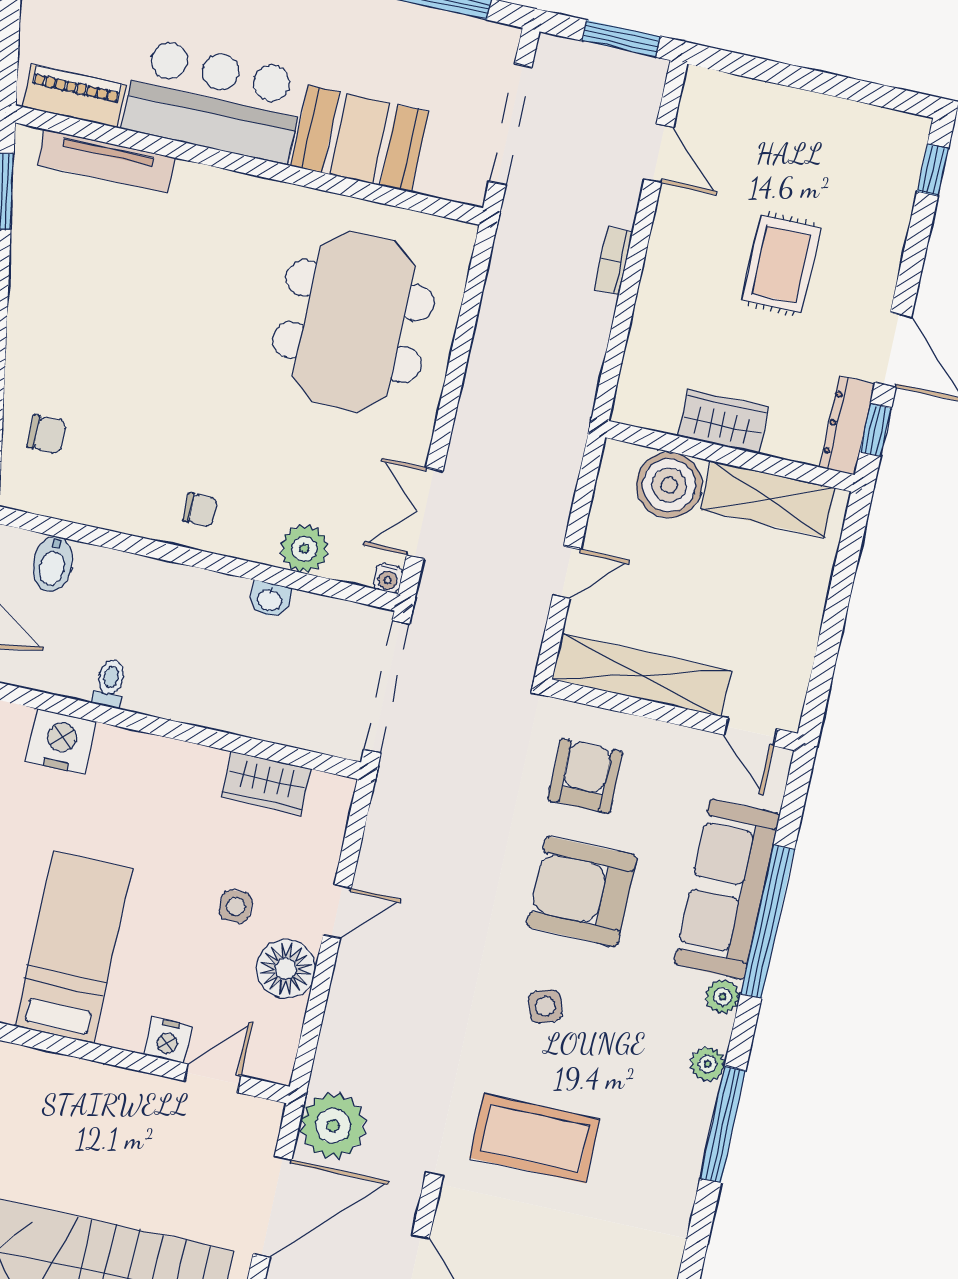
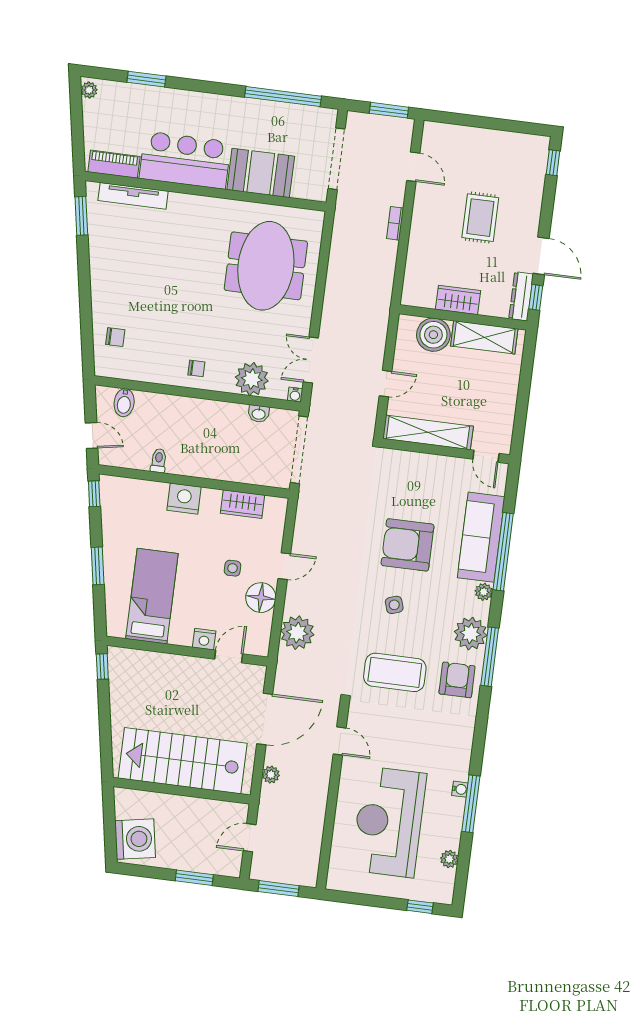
plant: (304, 549) -> (252, 379), width x1.36, depth x1.36
washbasin: (270, 599) -> (259, 414), moved
nightstand: (61, 742) -> (184, 499), moved
armchair: (585, 776) -> (457, 680), moved
plant: (708, 1064) -> (471, 634), width x1.88, depth x1.88
plant: (333, 1126) -> (297, 633), moved

